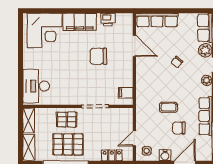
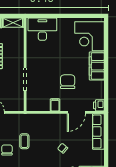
printer: (108, 19) -> (99, 105), moved
filing cabinet: (126, 93) -> (55, 105), moved
pallet: (67, 119) -> (14, 55), removed

